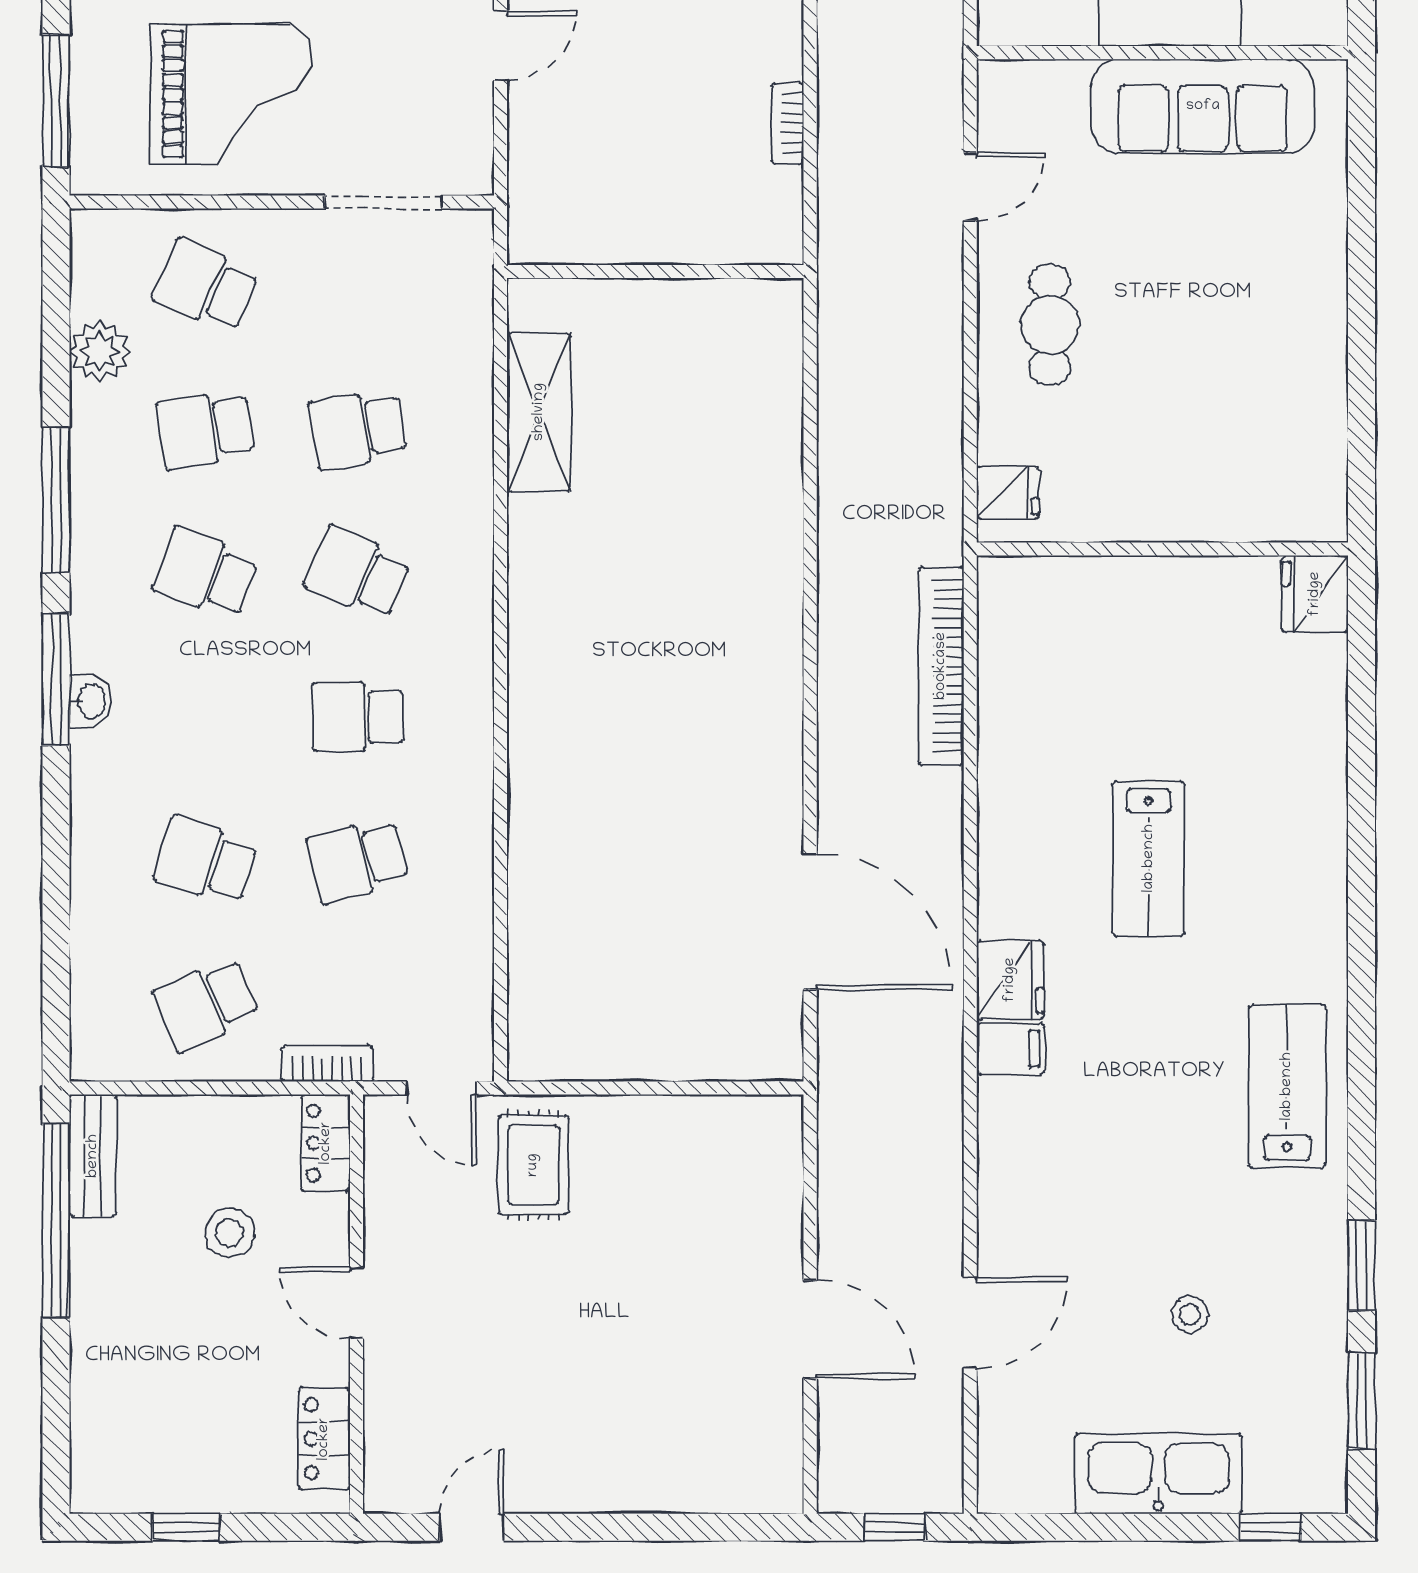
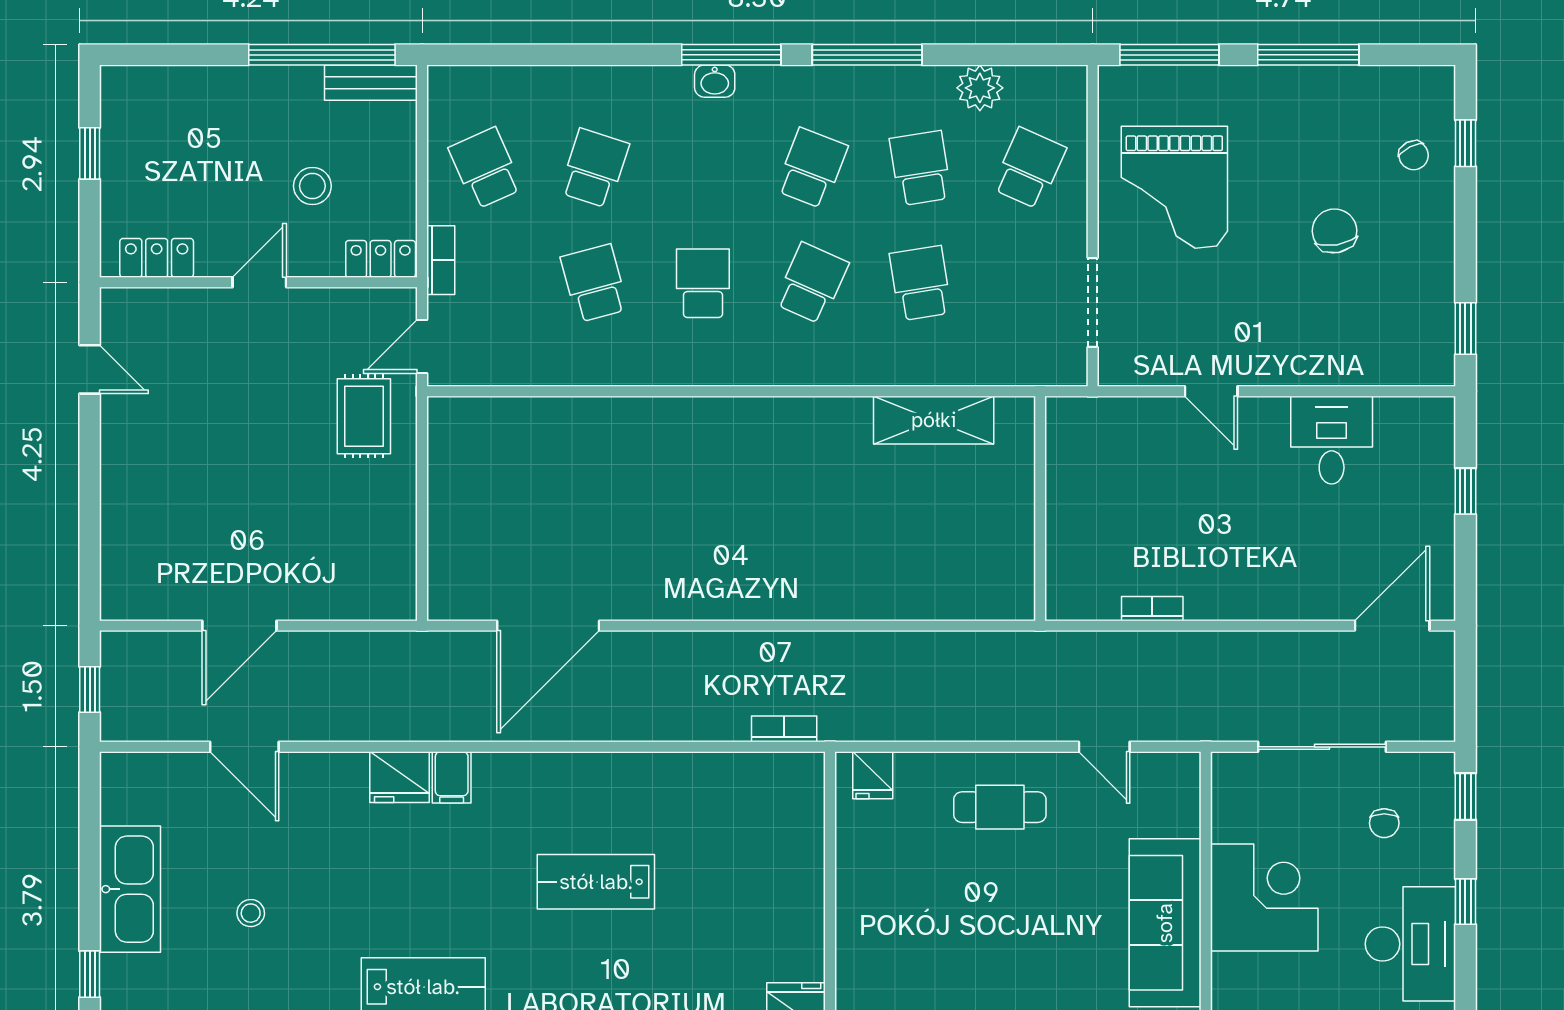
bookcase: (941, 666) -> (784, 729), width x0.43, depth x0.76
fridge: (1010, 980) -> (400, 777), moved
rug: (533, 1165) -> (364, 416), turned 90

